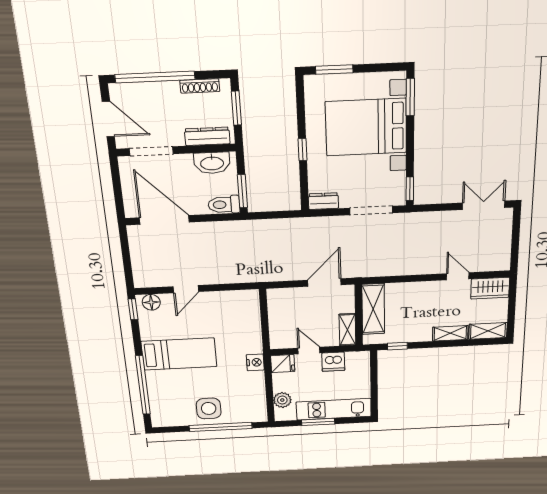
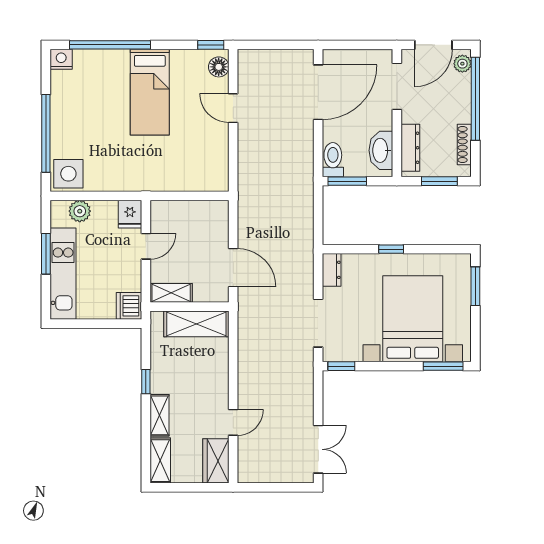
plant: (123, 91) -> (462, 64), added
window: (397, 346) -> (146, 382), moved
nightstand: (255, 362) -> (61, 59), moved, turned 180
dishwasher: (333, 362) -> (129, 306), moved
side table: (209, 408) -> (68, 174), moved

